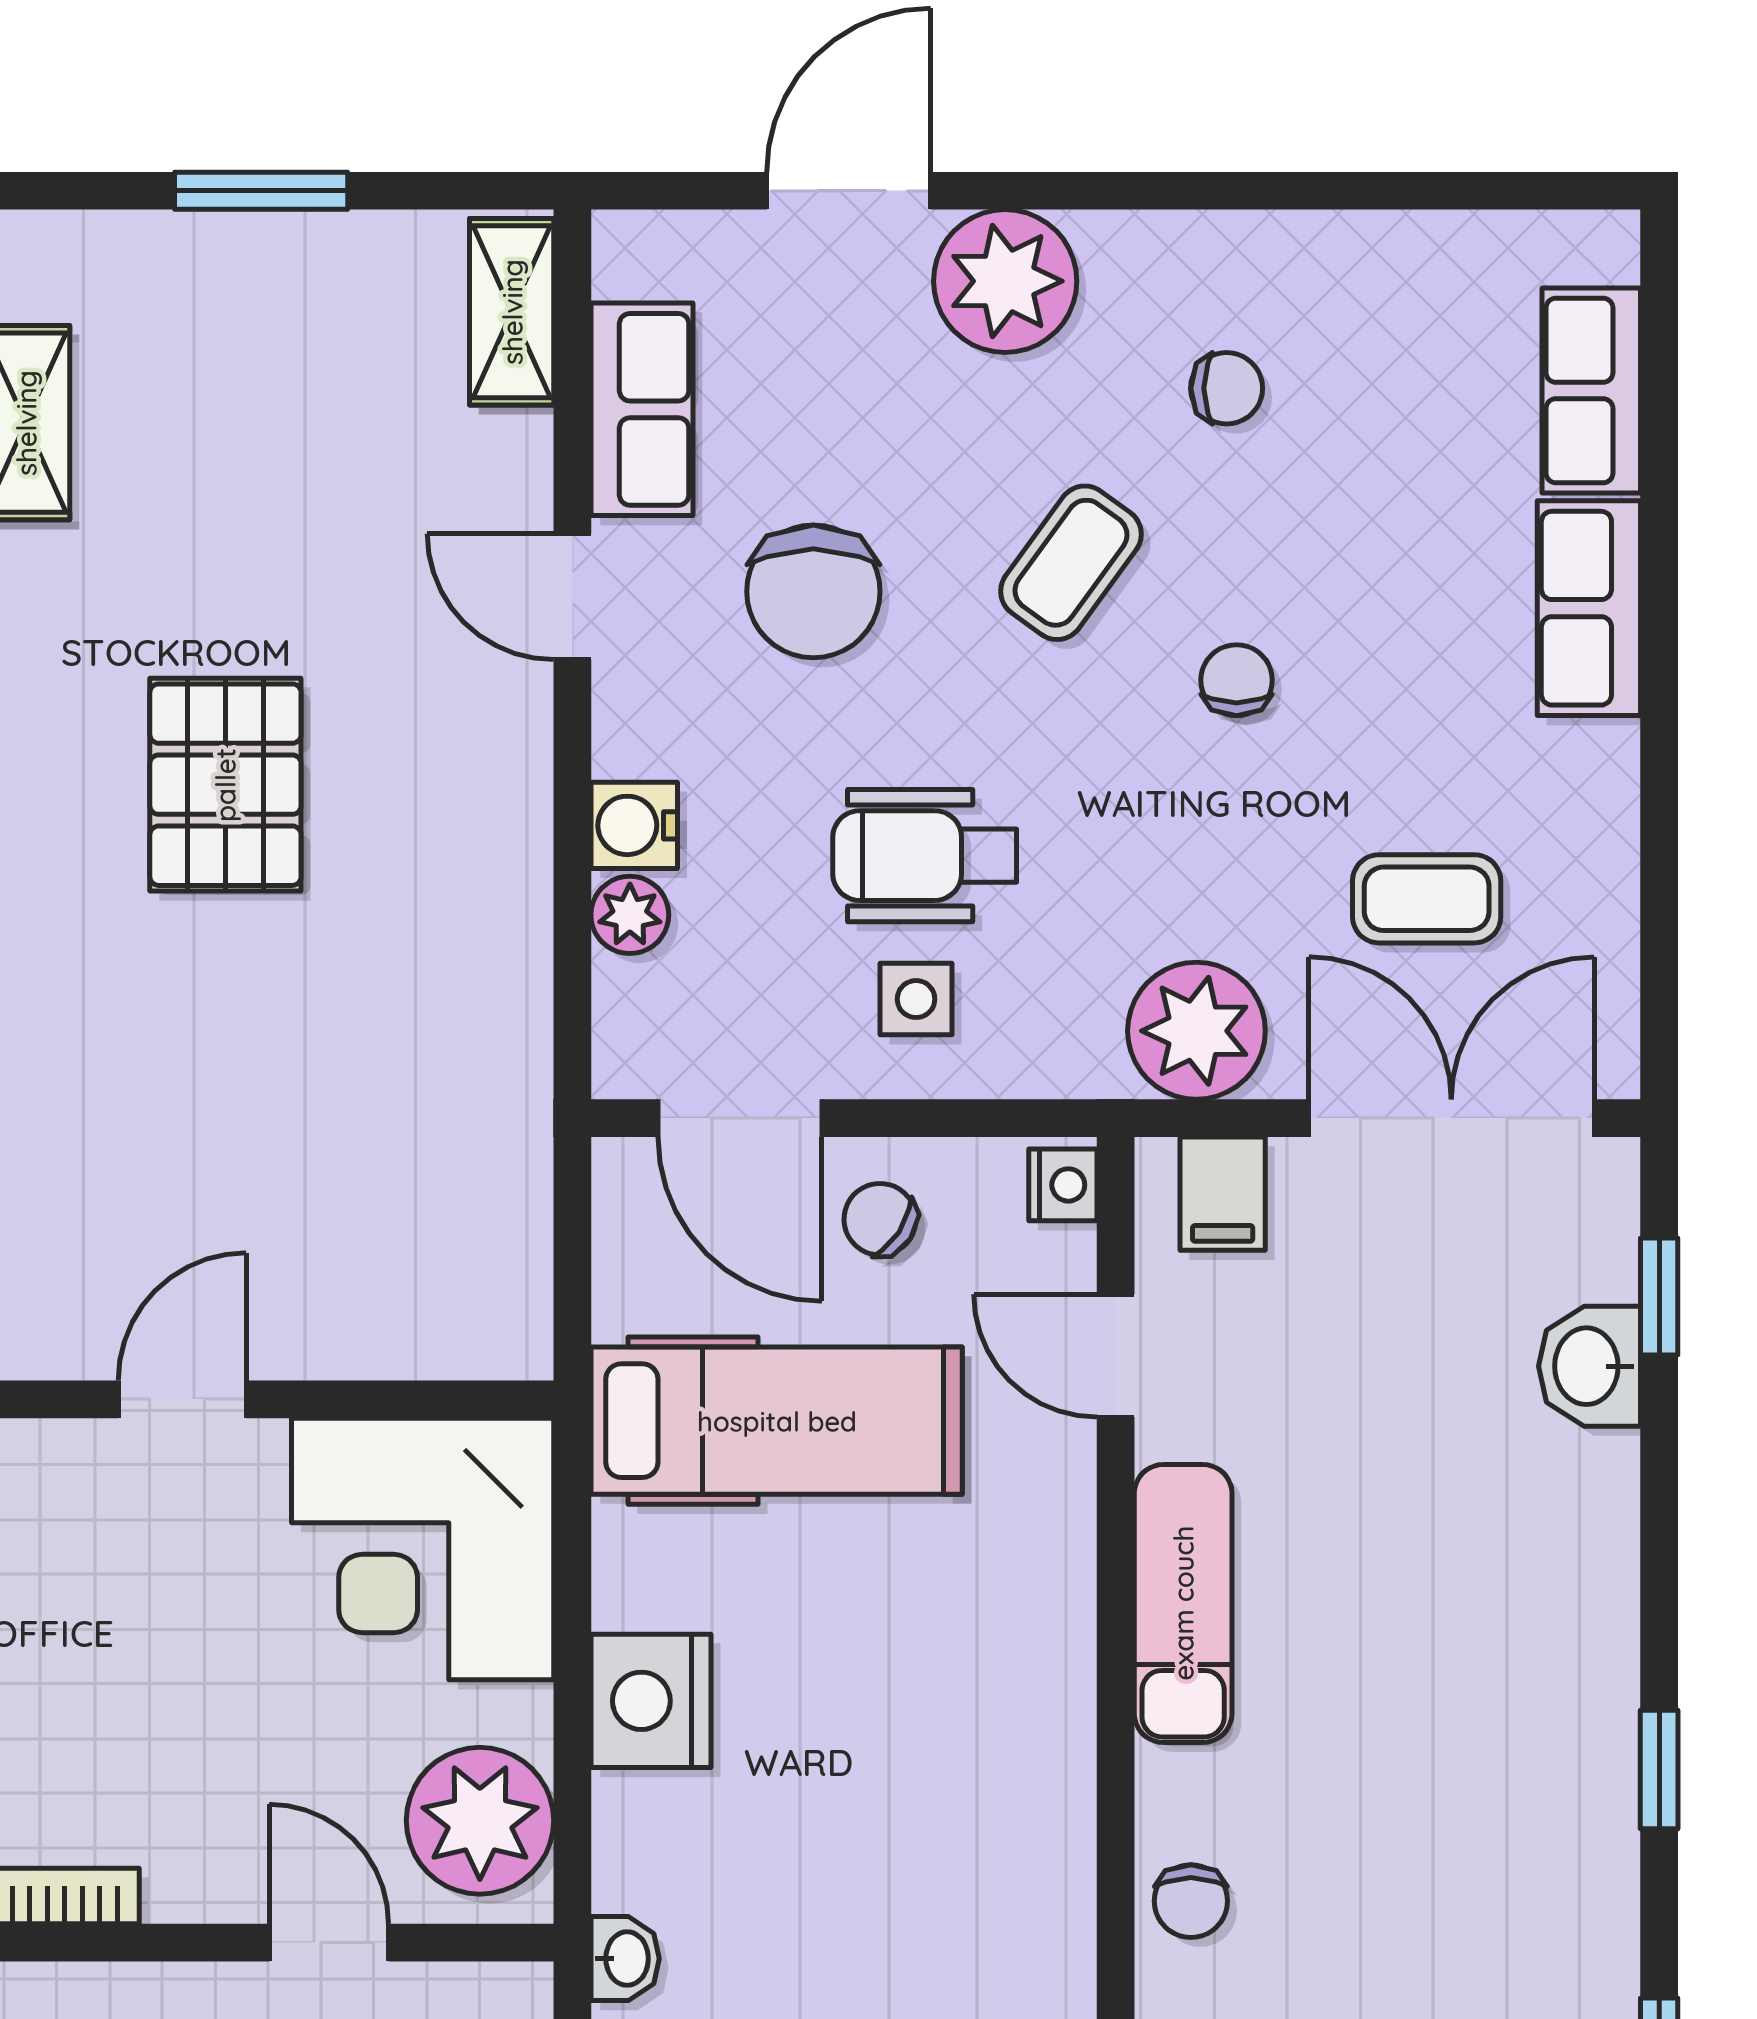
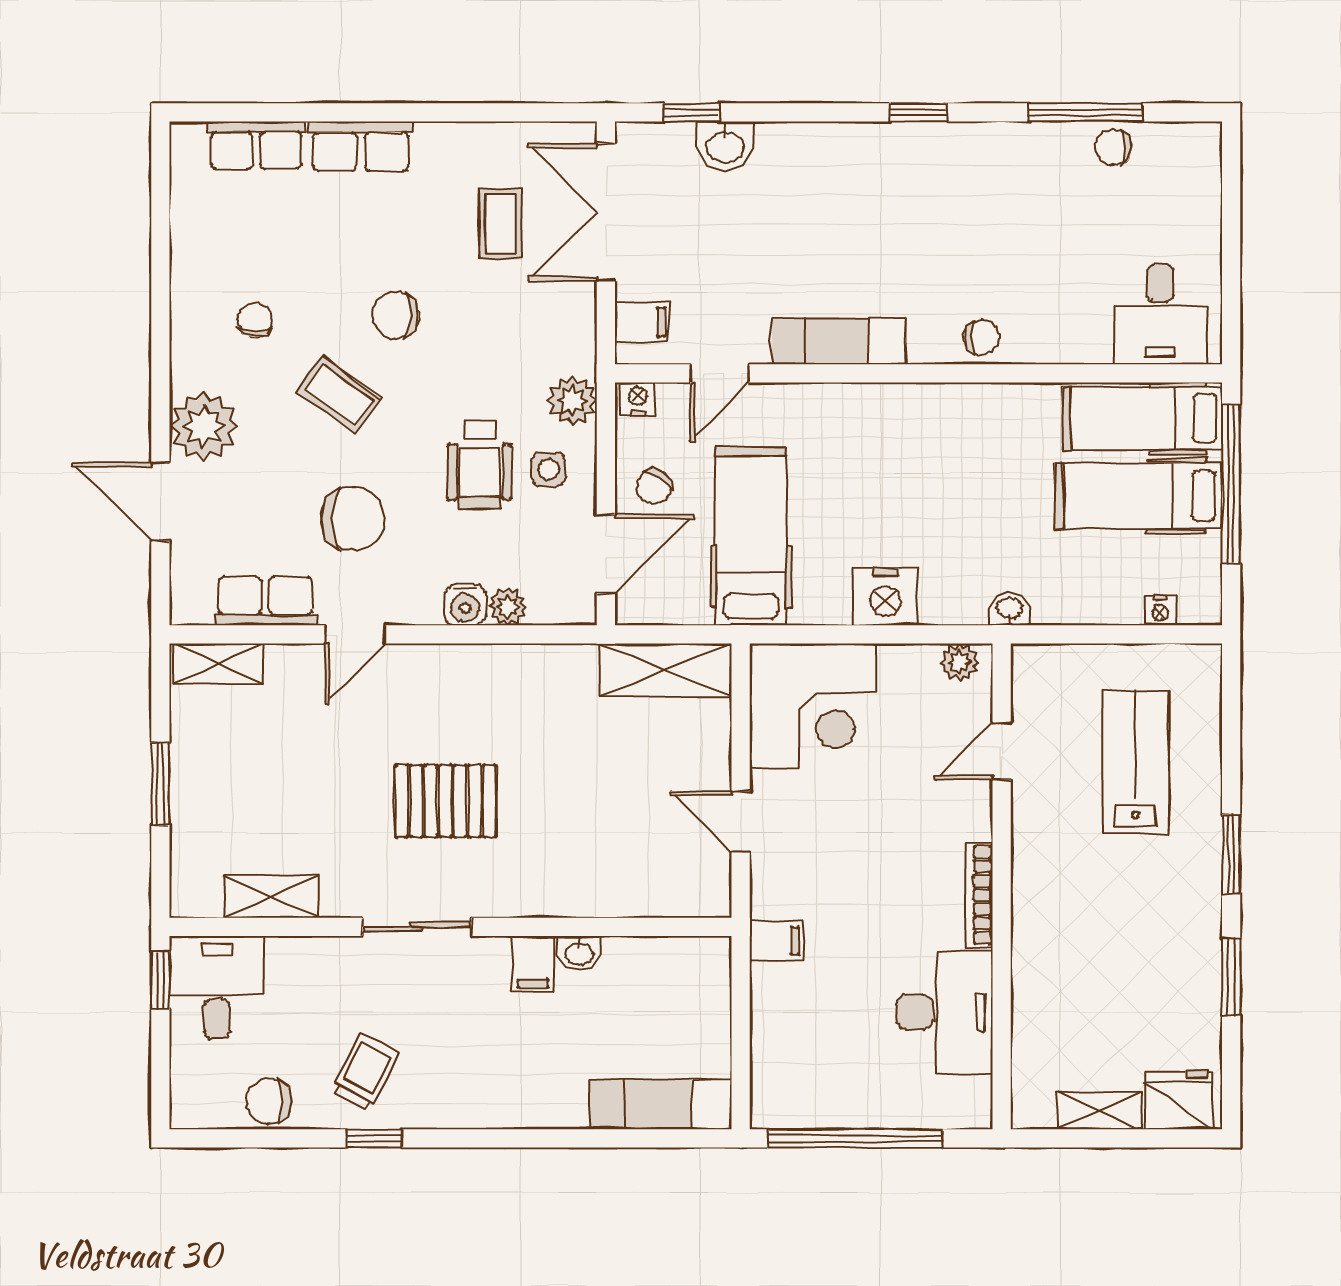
chair: (1237, 680) -> (395, 315), width x1.37, depth x1.37
plant: (1196, 1031) -> (573, 400), moved, width x0.73, depth x0.73
shelving: (499, 1243) -> (666, 670), added
plant: (480, 1821) -> (960, 662), width x0.53, depth x0.53

